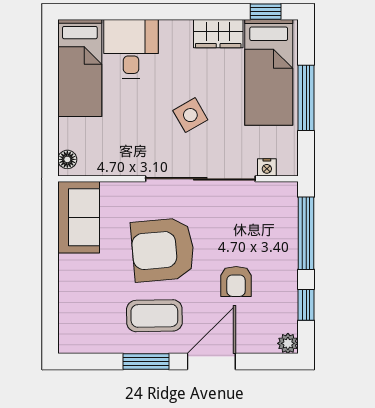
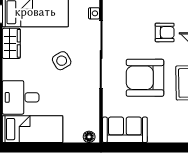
armchair: (163, 250) -> (145, 78), turned 95

